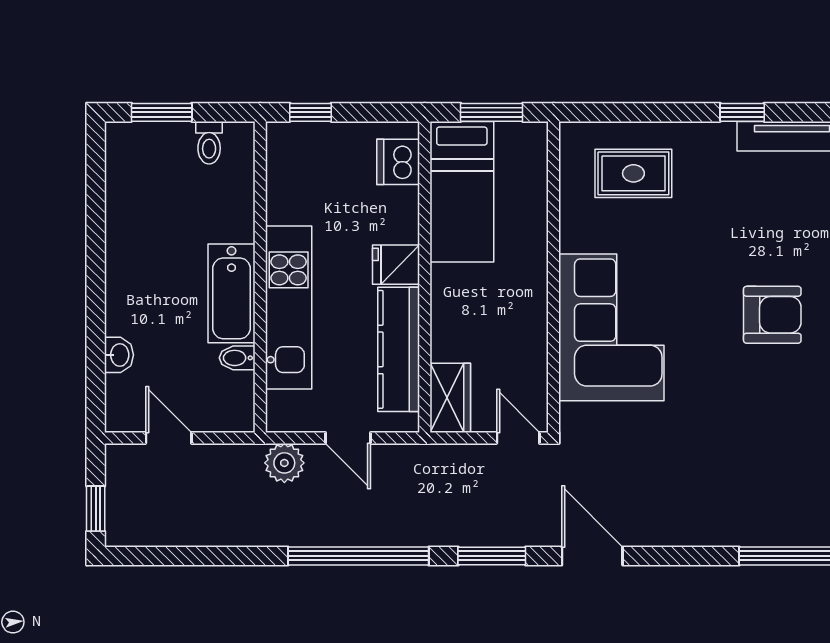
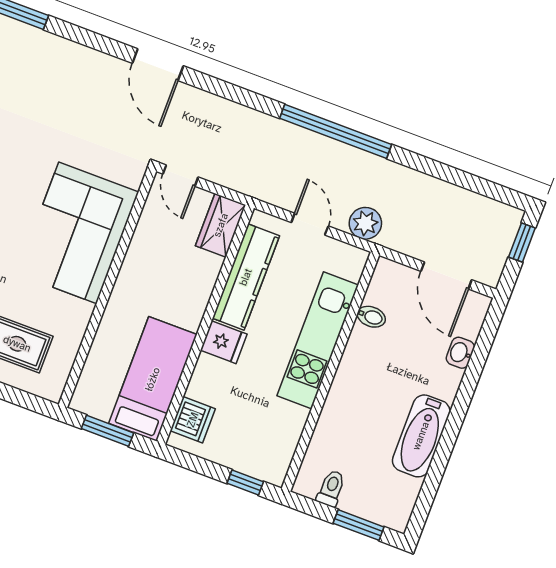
bathtub: (232, 293) -> (421, 436), moved, turned 180
door: (169, 438) -> (446, 275), width x1.38
window: (492, 556) -> (234, 93), removed

